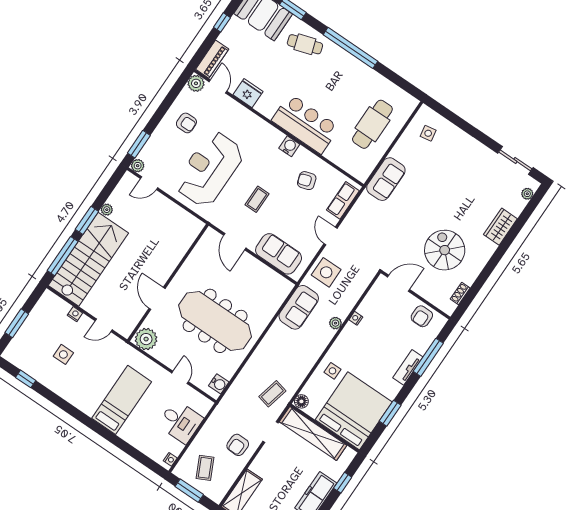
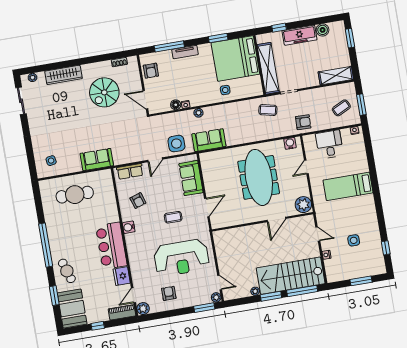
bar counter: (305, 124) -> (111, 246), moved
wardrobe: (500, 227) -> (64, 75), width x1.50
armchair: (422, 316) -> (151, 71), turned 90
floor lamp: (301, 401) -> (176, 105), moved
armchair: (238, 445) -> (303, 122), moved

